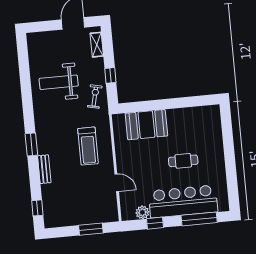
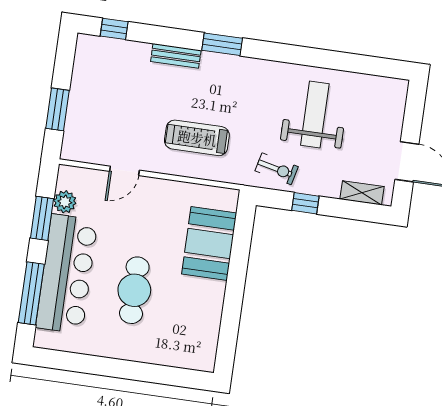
cafe table: (183, 161) -> (134, 290), width x1.37, depth x1.35
window: (155, 223) -> (42, 218), width x1.50

